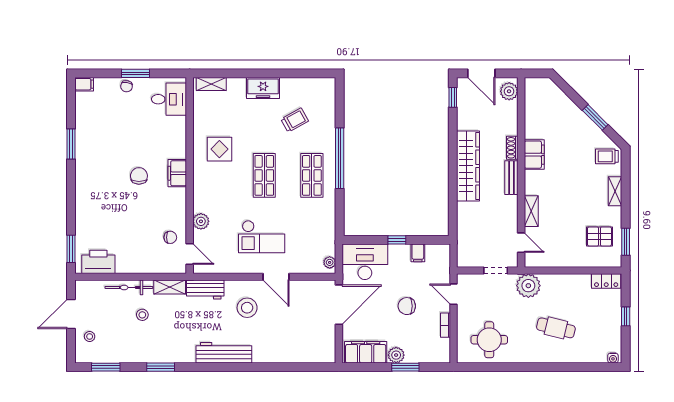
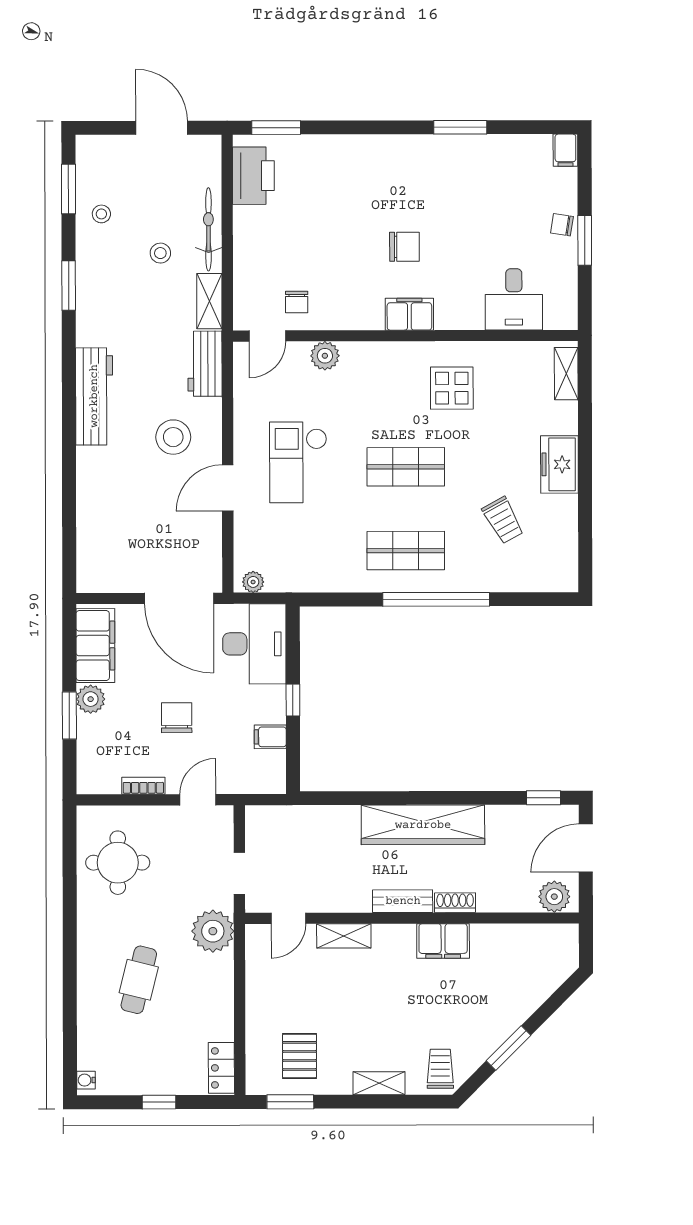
desk: (169, 99) -> (514, 299), moved
stool: (90, 336) -> (101, 214), moved

